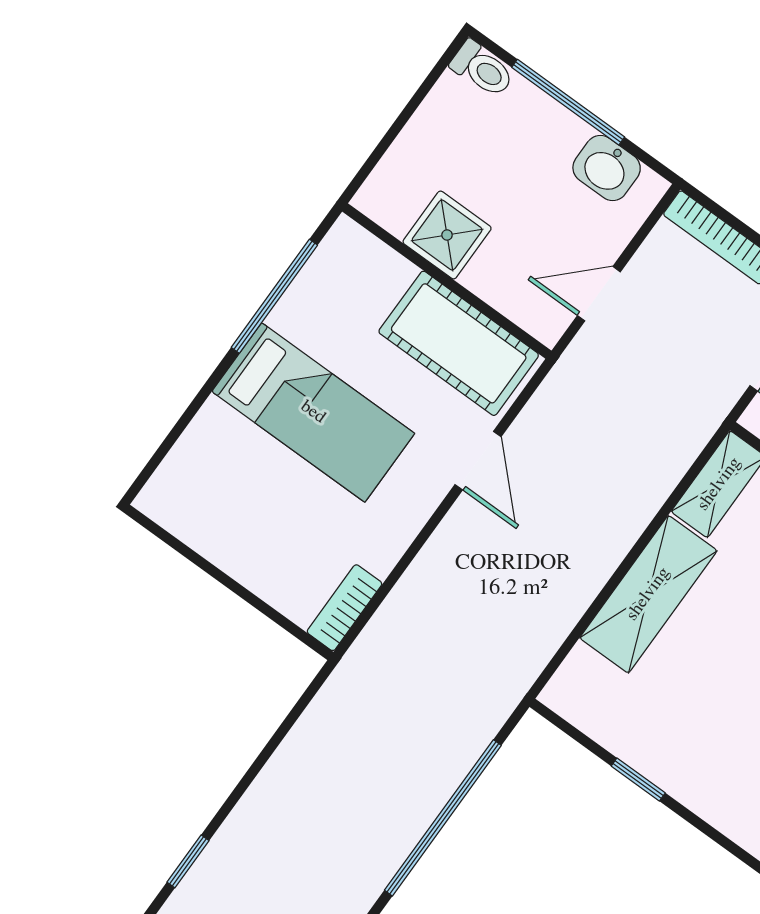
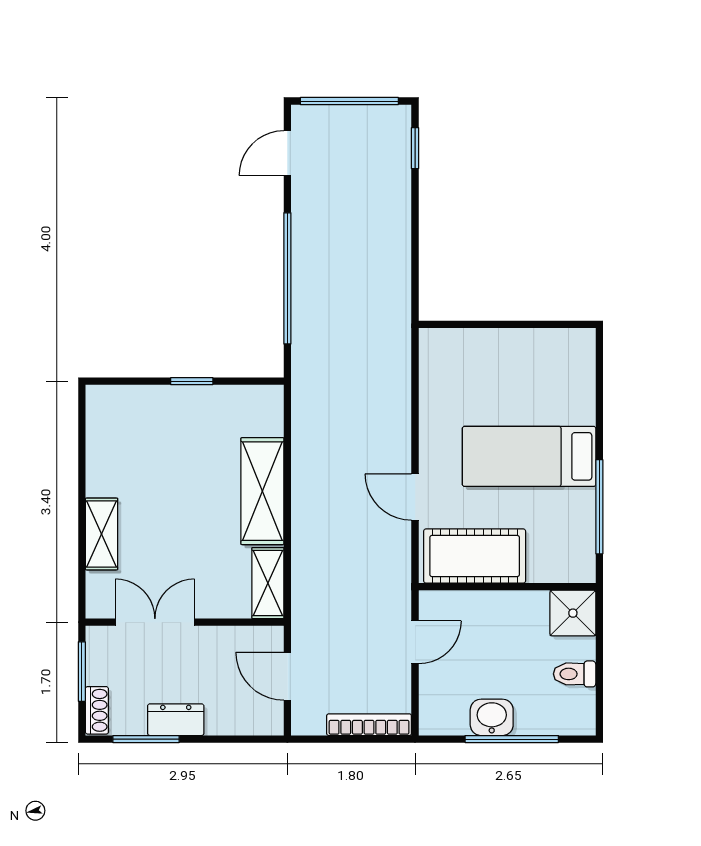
toilet: (482, 69) -> (575, 674), moved
washbasin: (607, 168) -> (492, 717), moved
shower: (447, 235) -> (573, 613), moved
bookcase: (344, 608) -> (431, 358), removed

